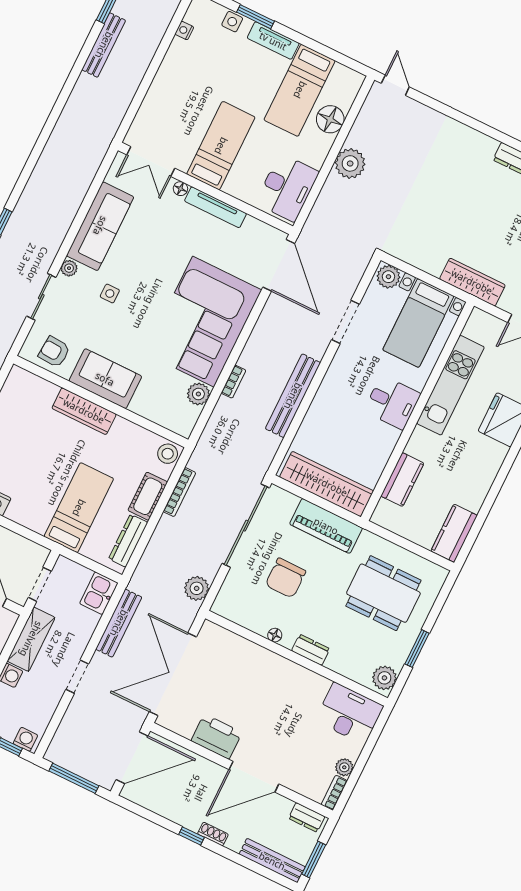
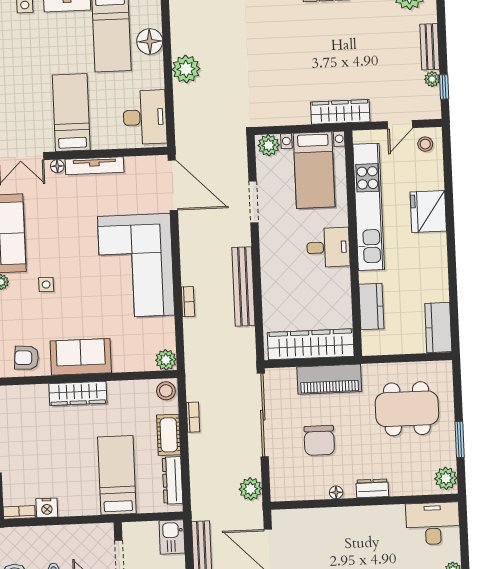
kitchen unit: (450, 385) -> (369, 207), width x1.36
plant: (198, 394) -> (166, 360), moved
bookcase: (179, 492) -> (193, 417), width x0.64

